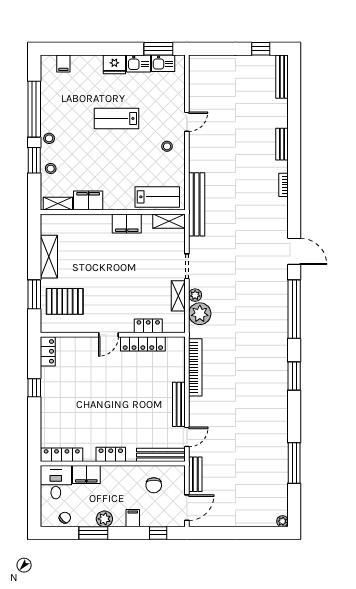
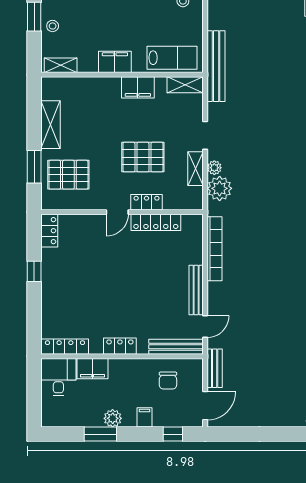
filing cabinet: (88, 201) -> (115, 62), moved
pallet: (131, 286) -> (143, 157), added
locker: (148, 326) -> (146, 202), moved
chair: (65, 518) -> (69, 417), removed

